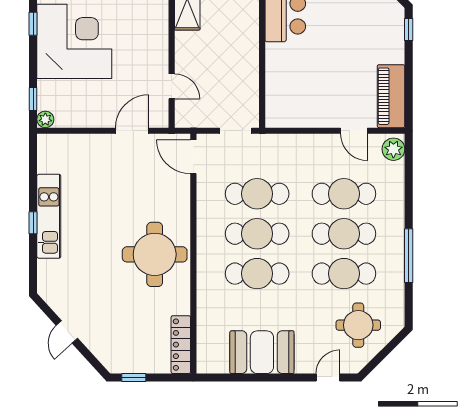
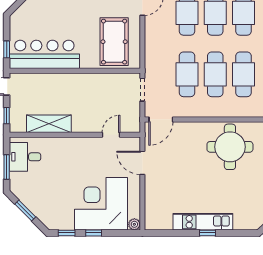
corner desk: (74, 41) -> (101, 204), moved
pool table: (303, 91) -> (114, 42), added
window: (33, 99) -> (94, 233), moved

